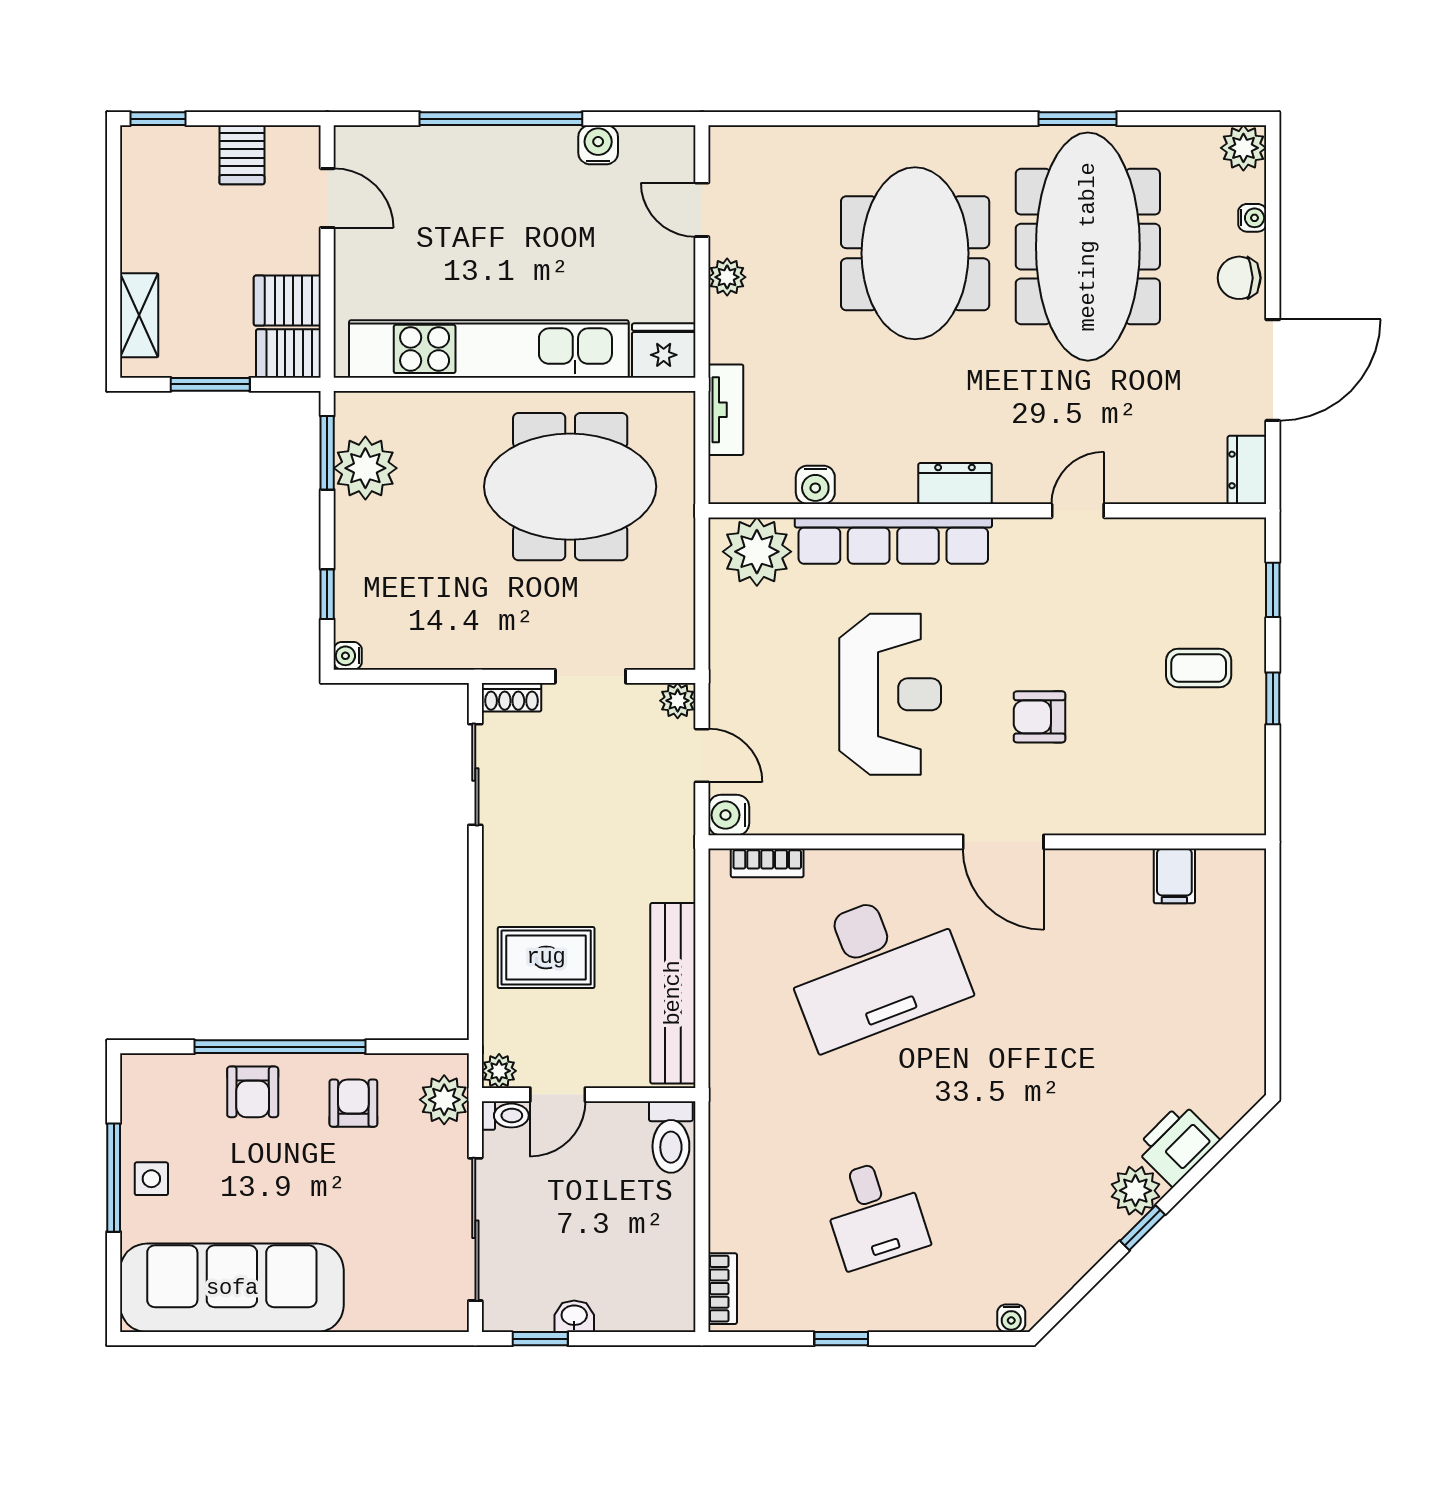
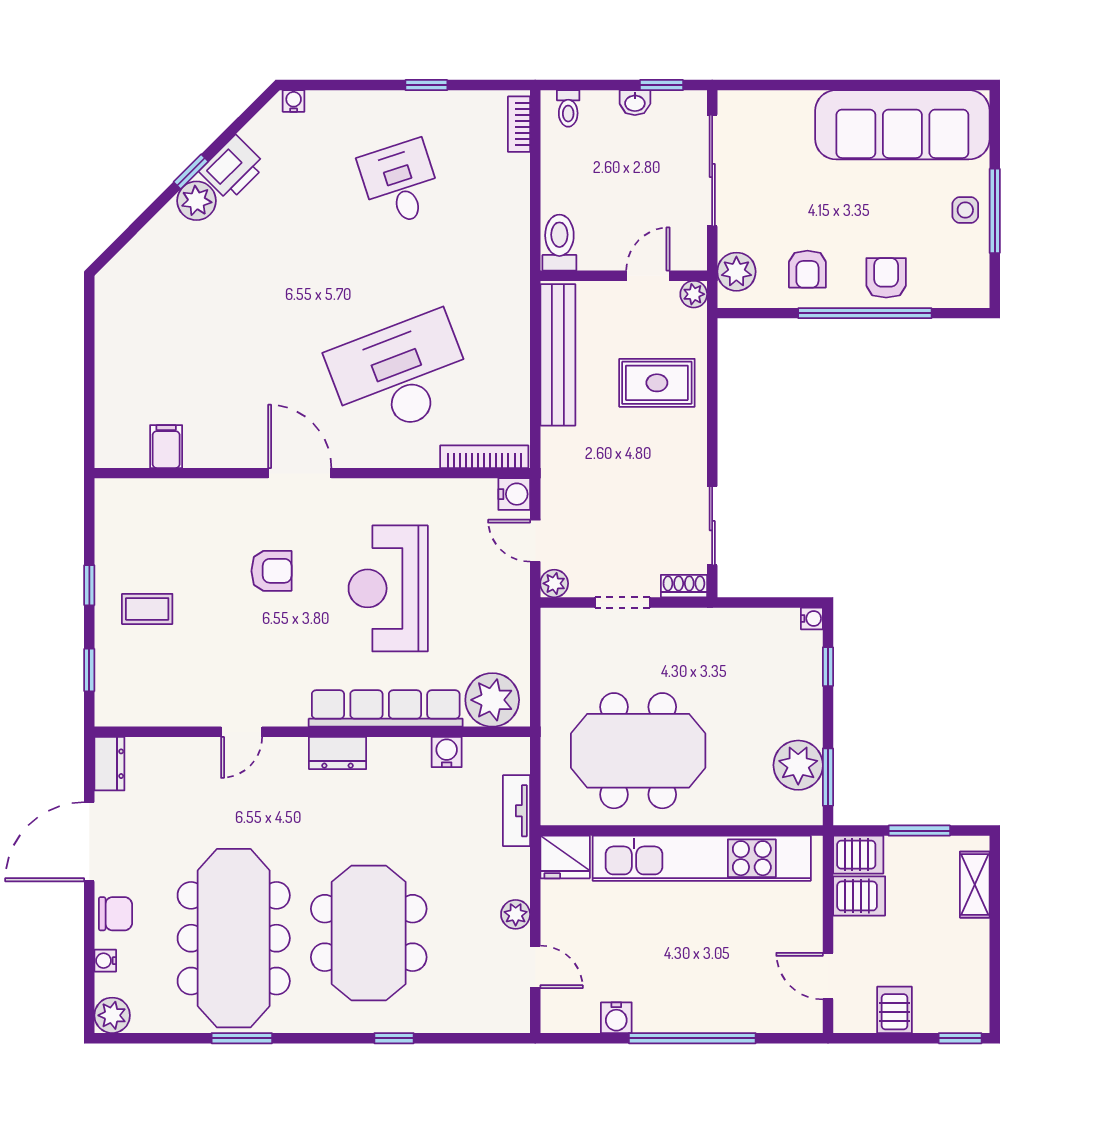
window: (883, 119) -> (394, 1038), added
bookcase: (767, 863) -> (484, 457), width x1.56
toilet: (505, 1116) -> (568, 108), moved, turned -90
printer: (1177, 1144) -> (233, 168), moved

